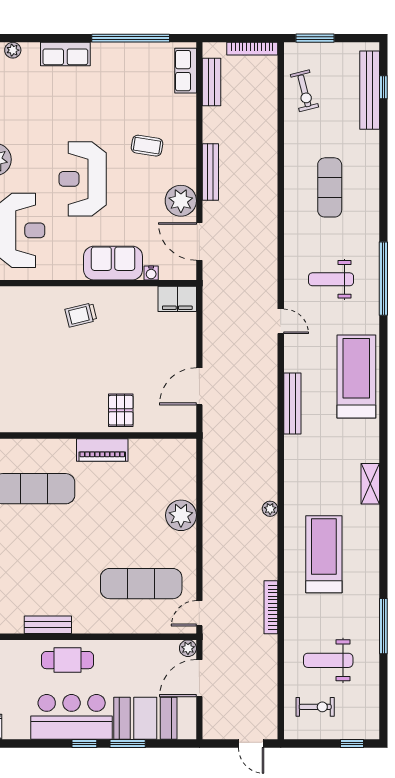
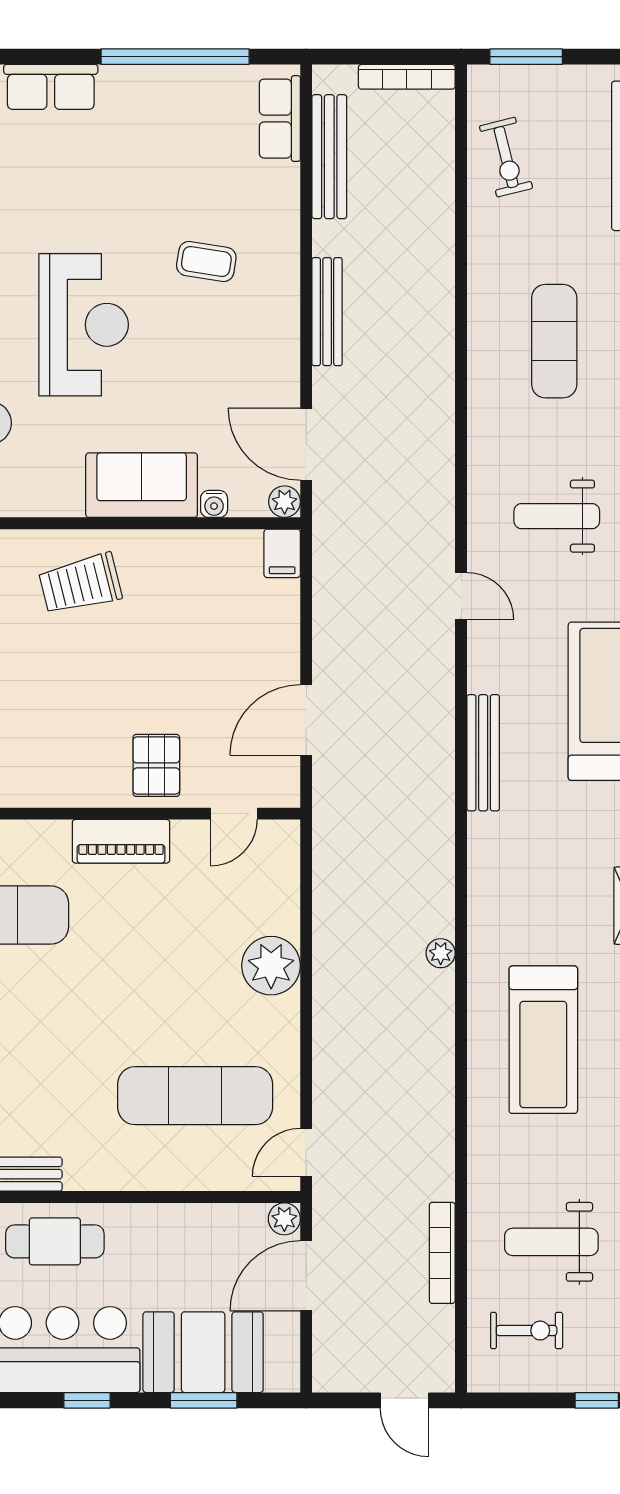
bench: (212, 82) -> (329, 157), width x1.36
reception desk: (83, 179) -> (84, 325), turned 180
plant: (181, 201) -> (285, 502), moved, width x0.53, depth x0.53
filing cabinet: (177, 299) -> (282, 553), width x0.50
trolley: (81, 315) -> (80, 584), width x1.36, depth x1.39
door: (161, 436) -> (234, 814), added
treadmill: (324, 554) -> (543, 1040), turned 180
bookcase: (271, 607) -> (442, 1253), moved
window: (128, 744) -> (204, 1400), moved

